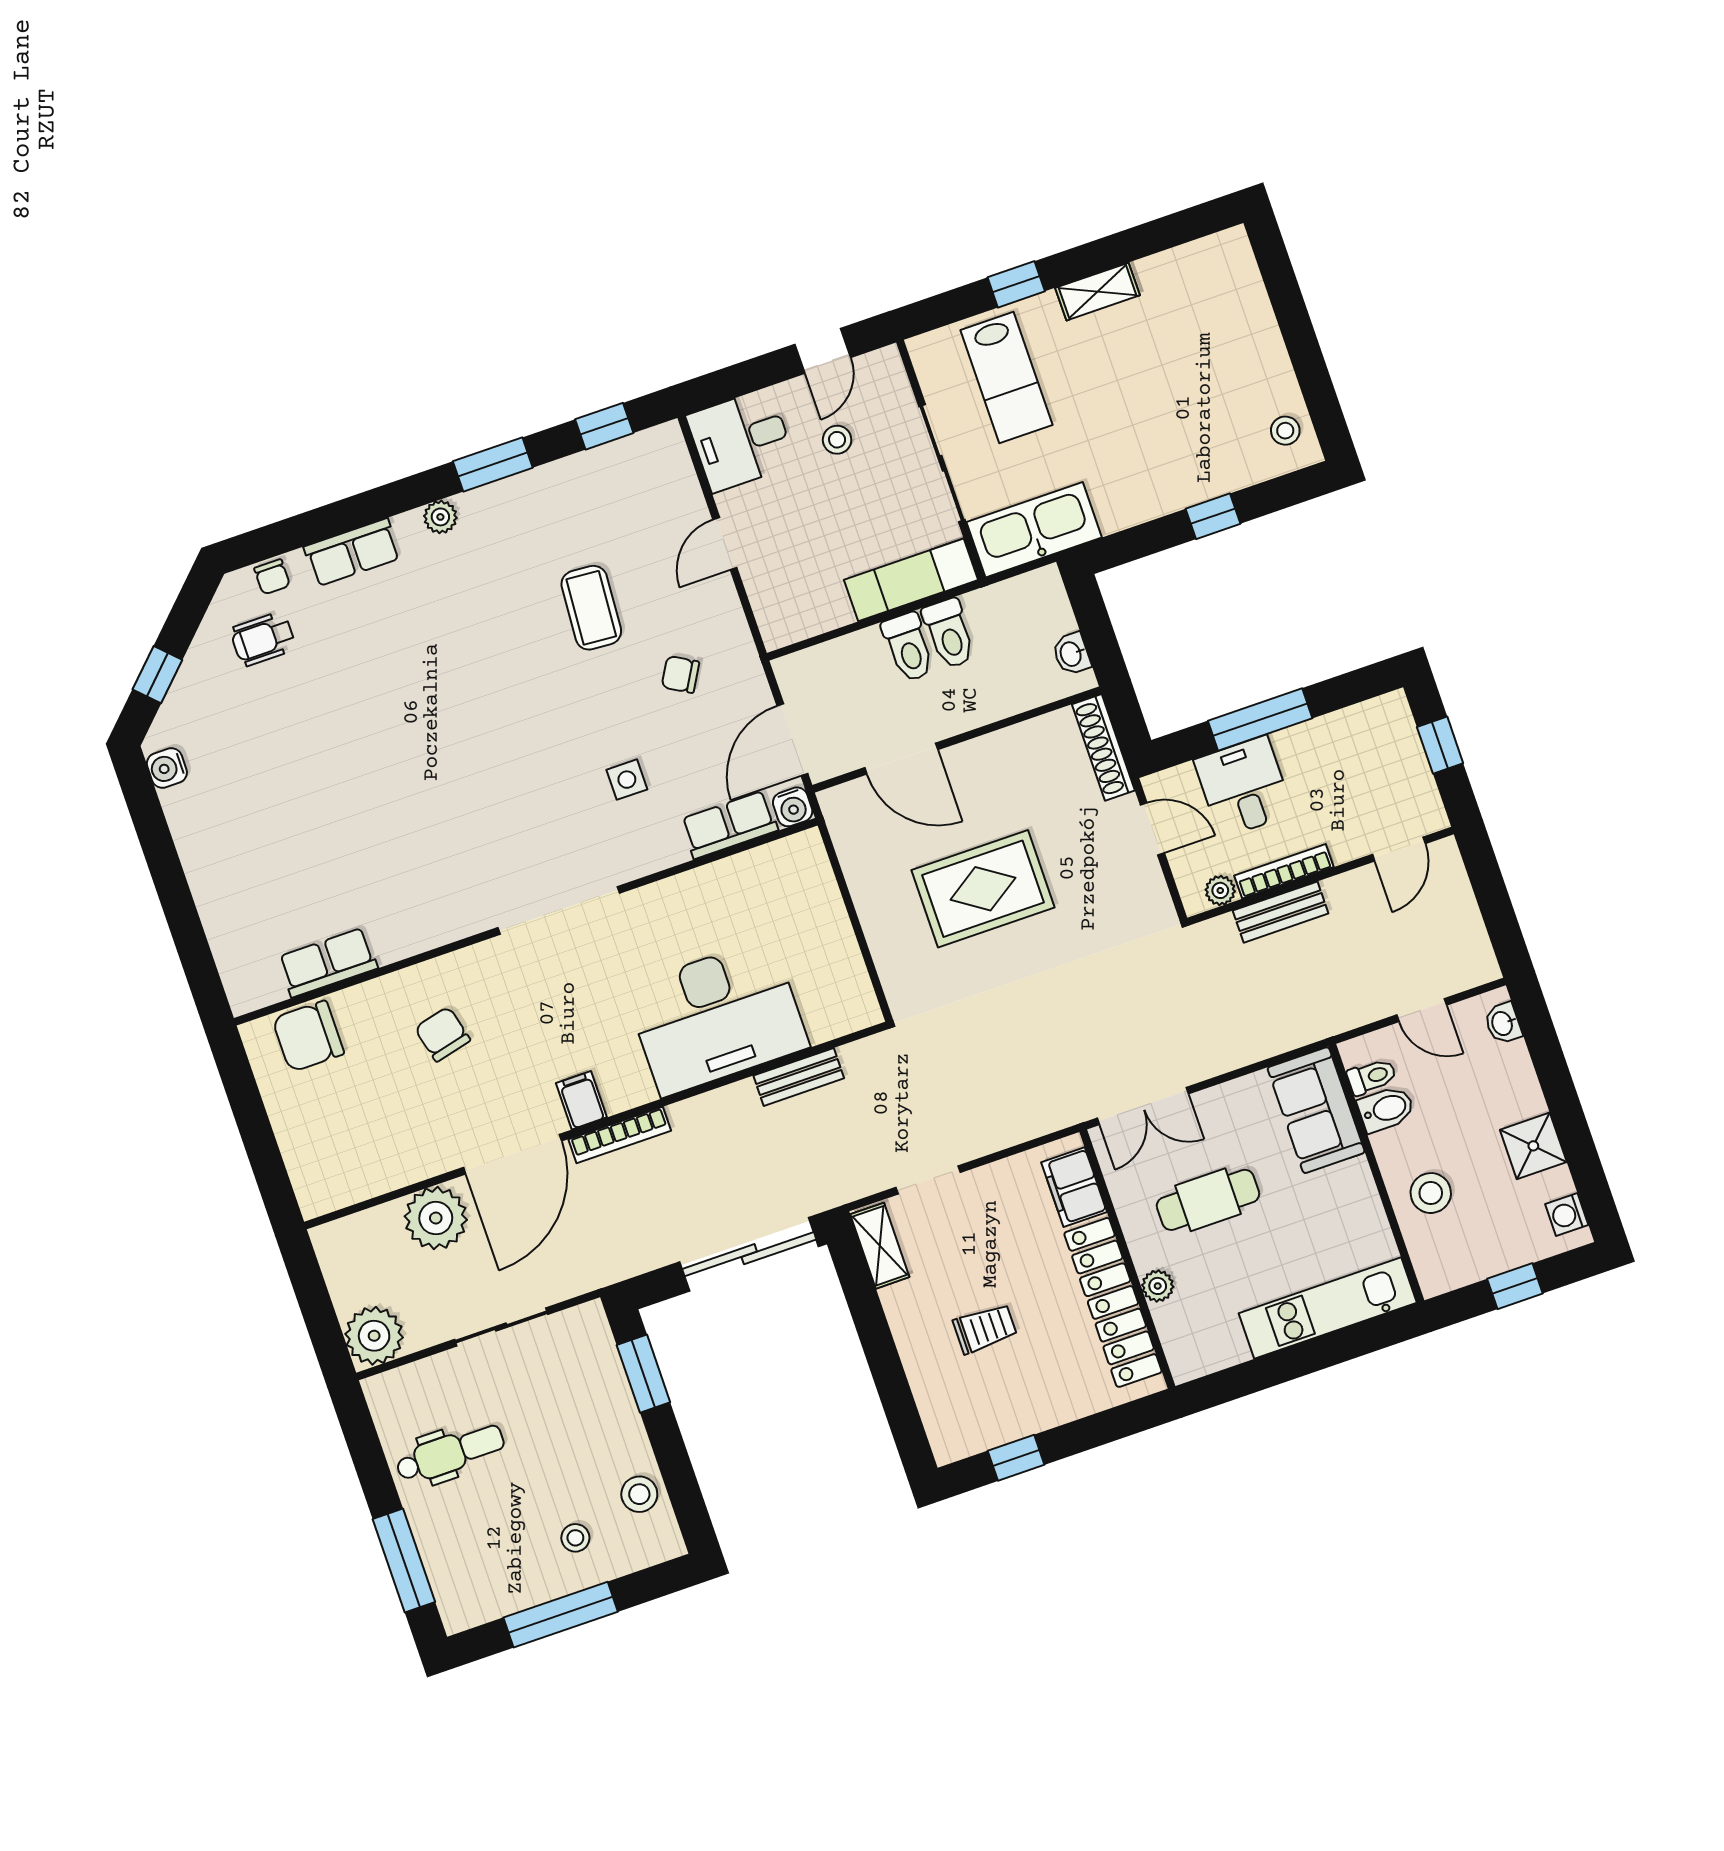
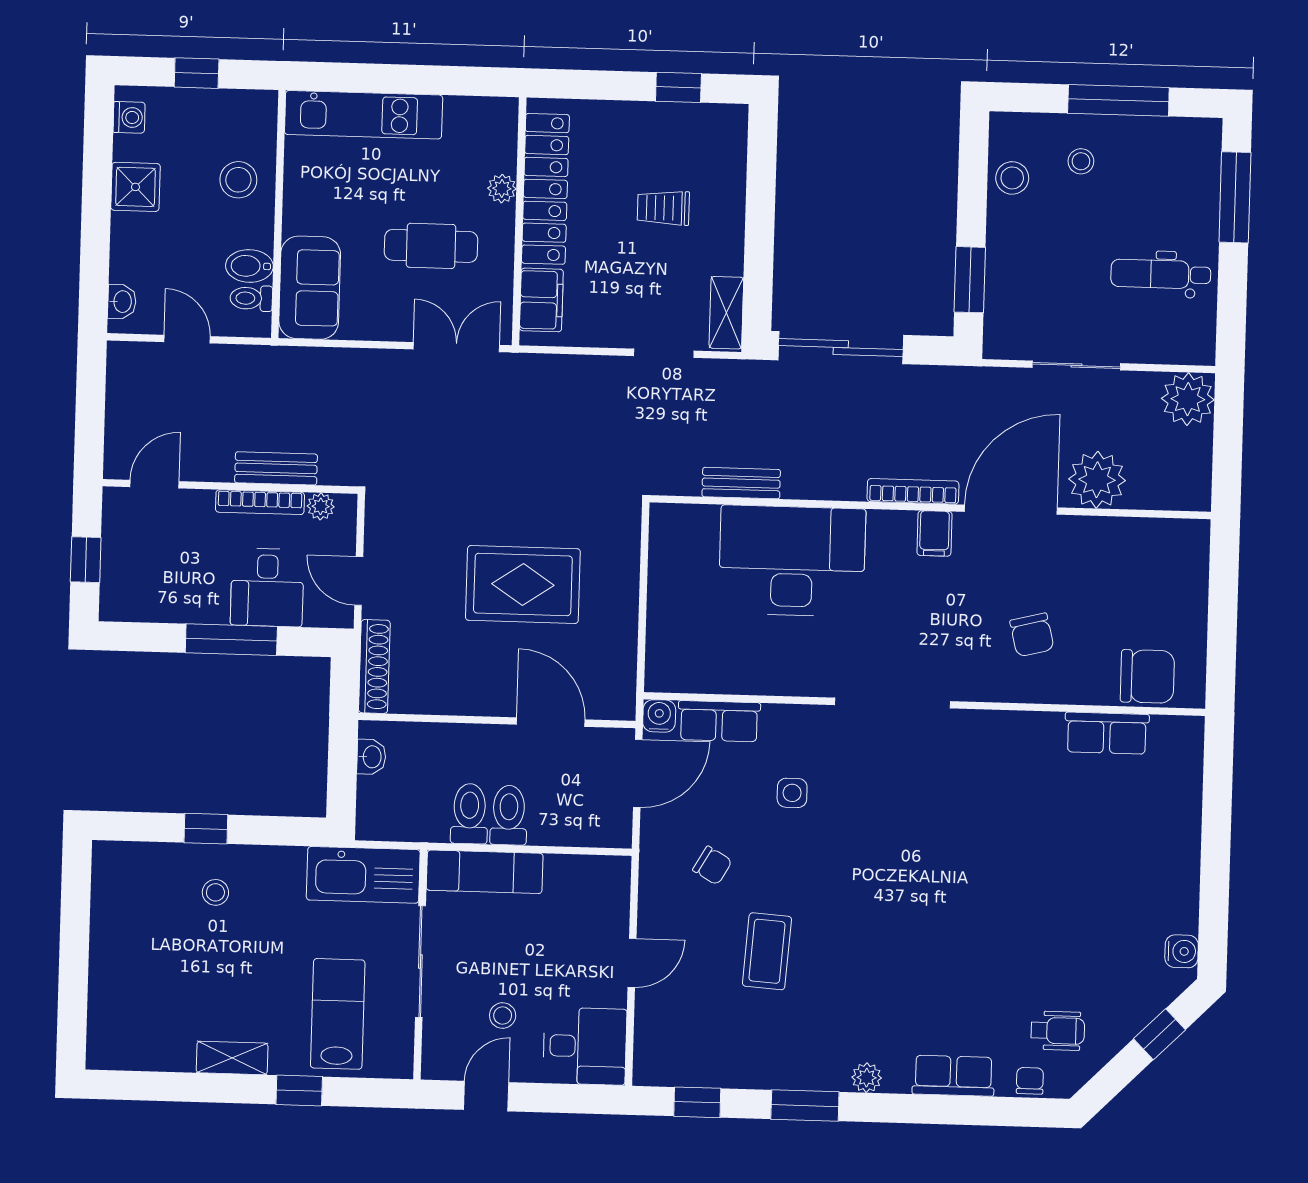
stool: (1285, 431) -> (215, 892), moved

